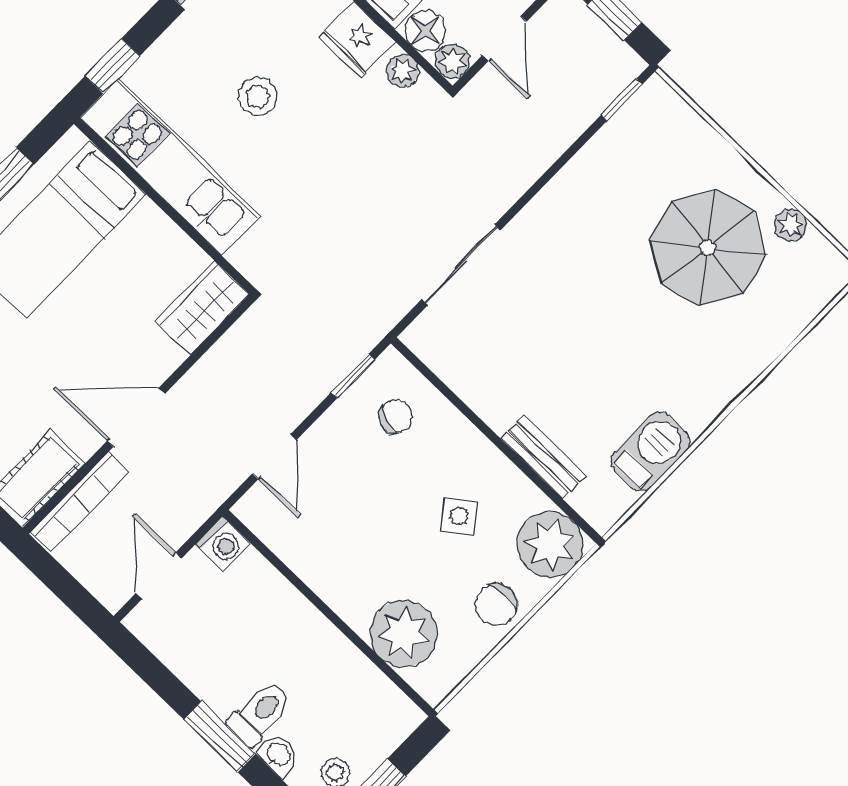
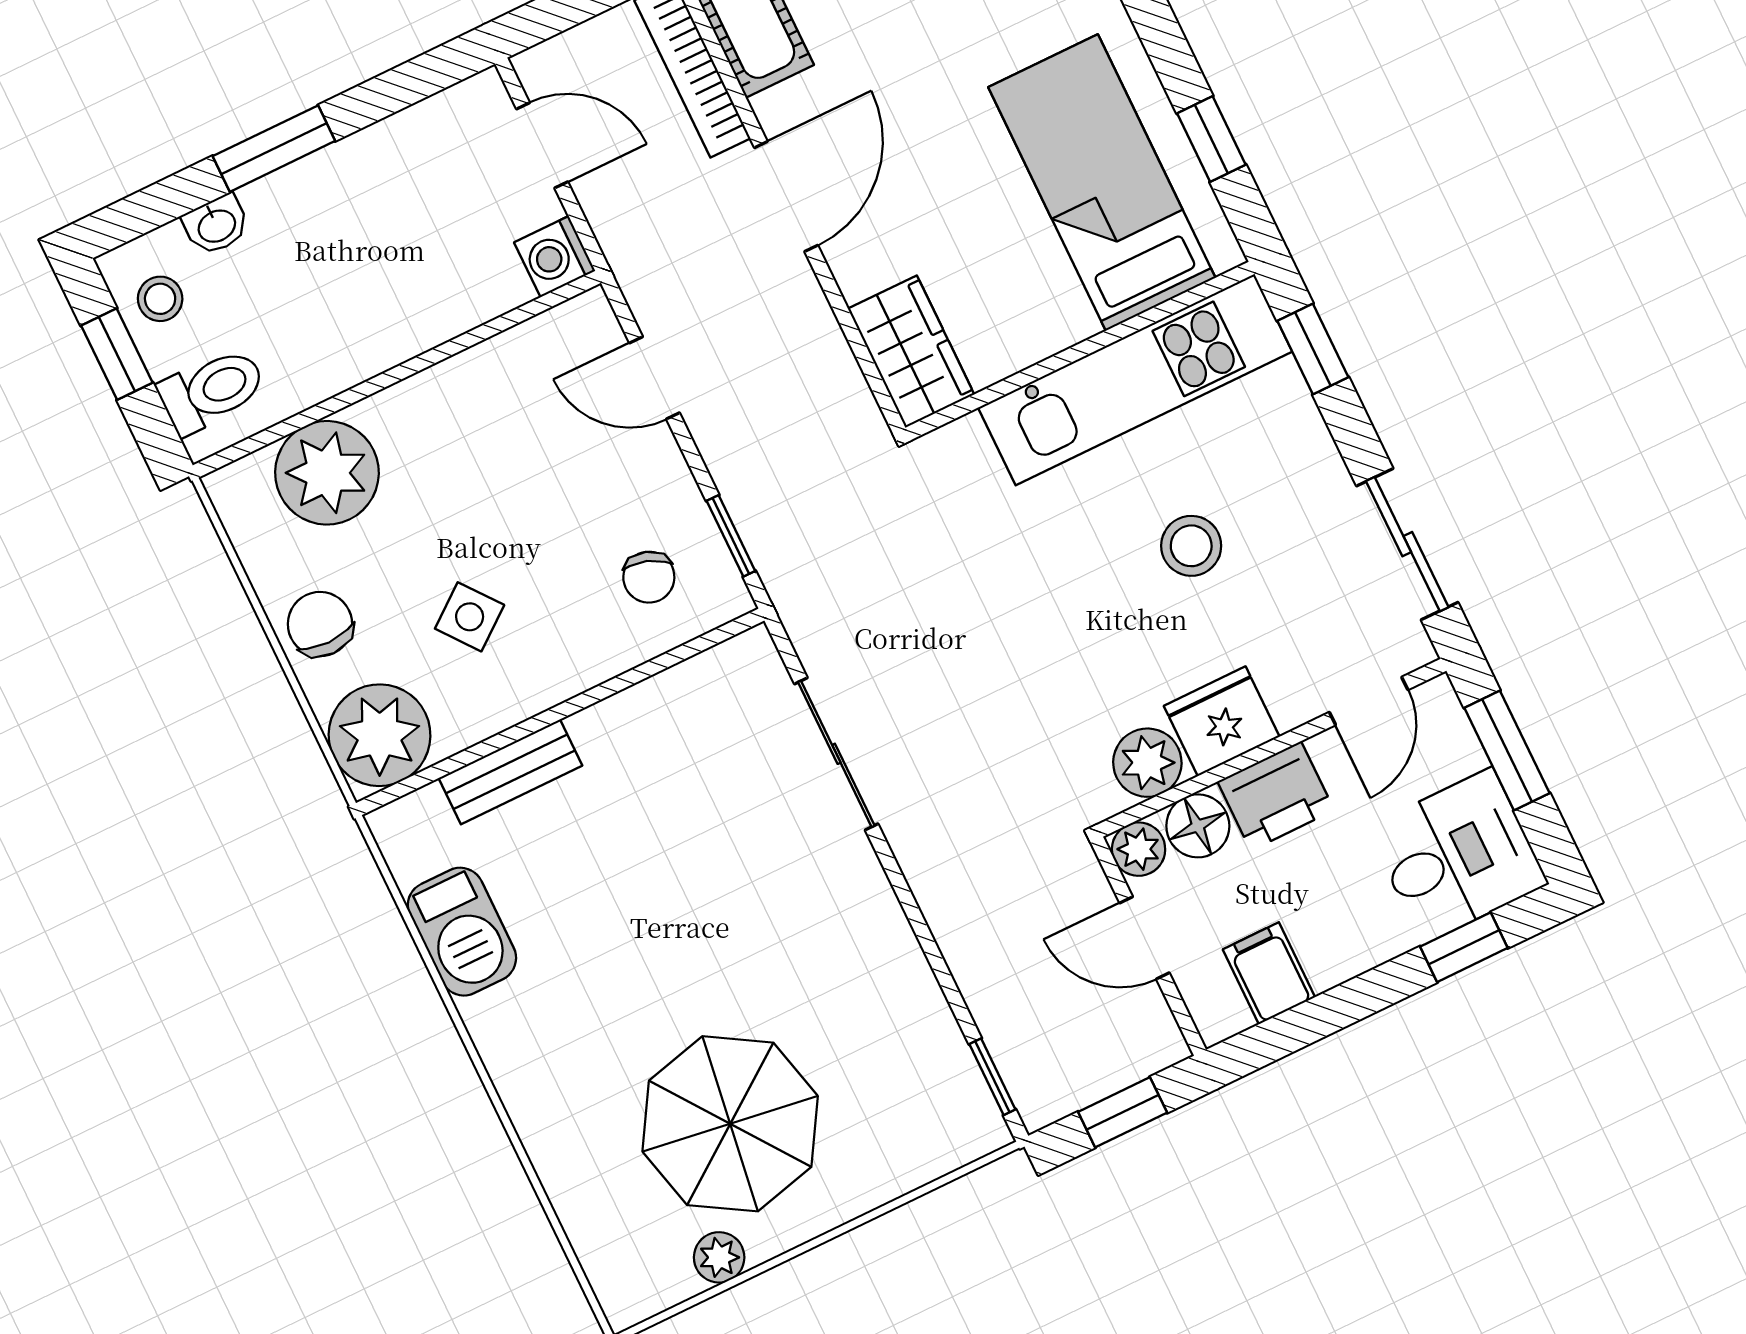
plant: (402, 71) -> (1147, 763), width x1.38, depth x1.38
toilet: (260, 714) -> (212, 390), moved, turned -90

